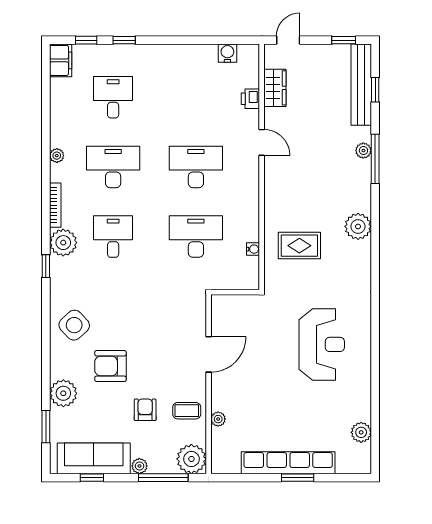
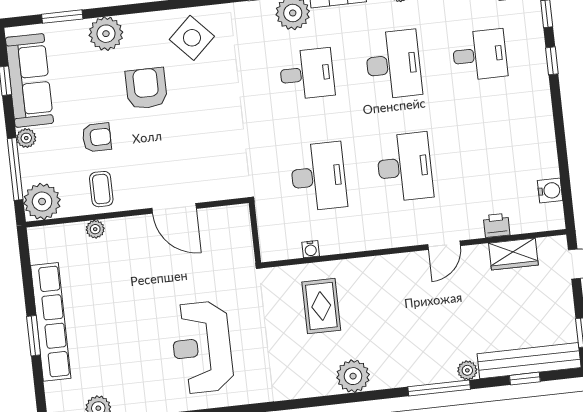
plant: (363, 151) -> (467, 370), moved
reception desk: (322, 344) -> (202, 347), turned 90

